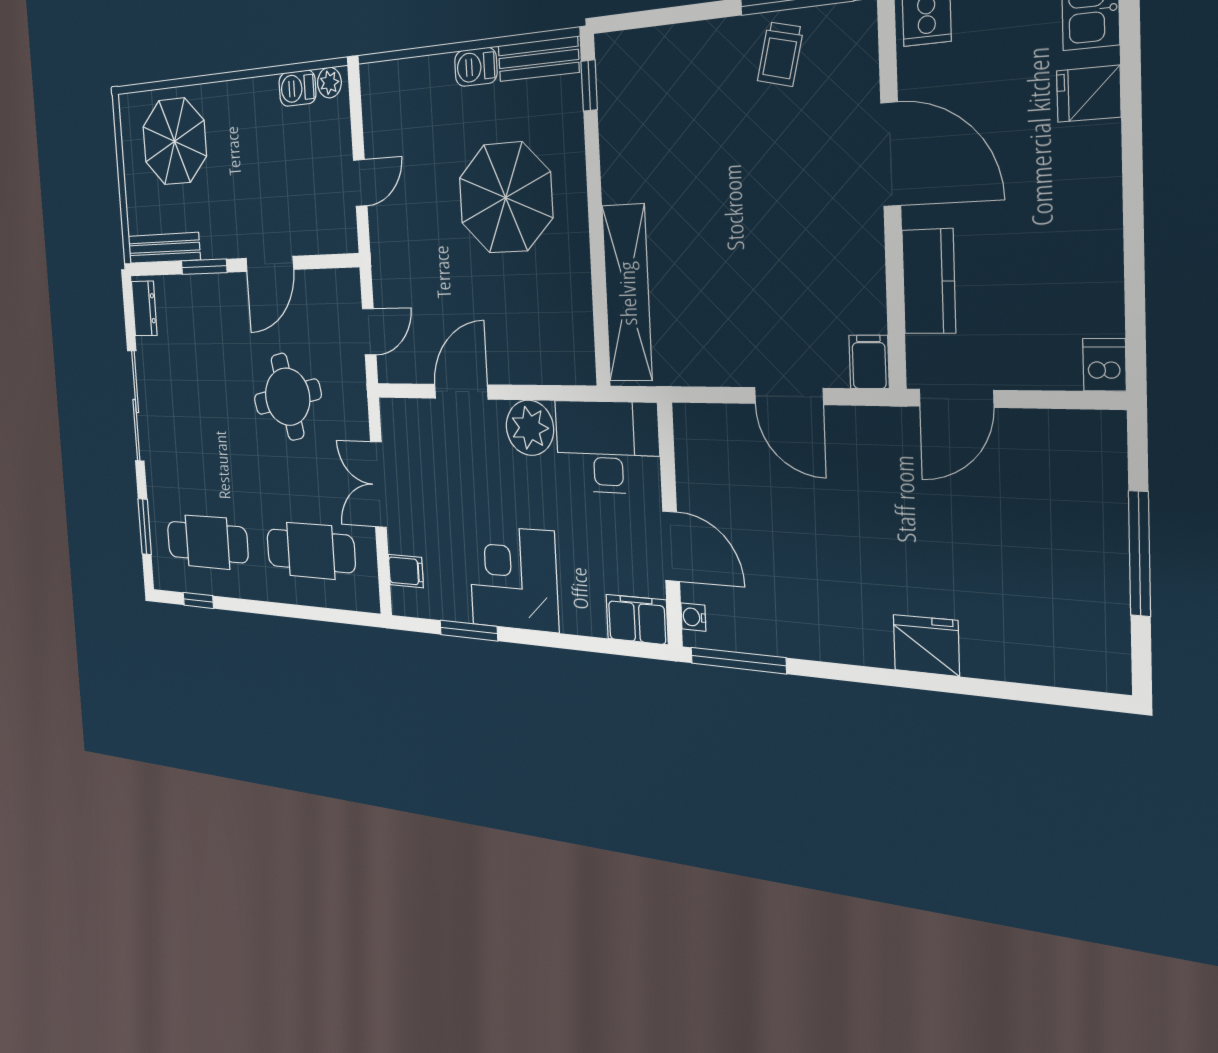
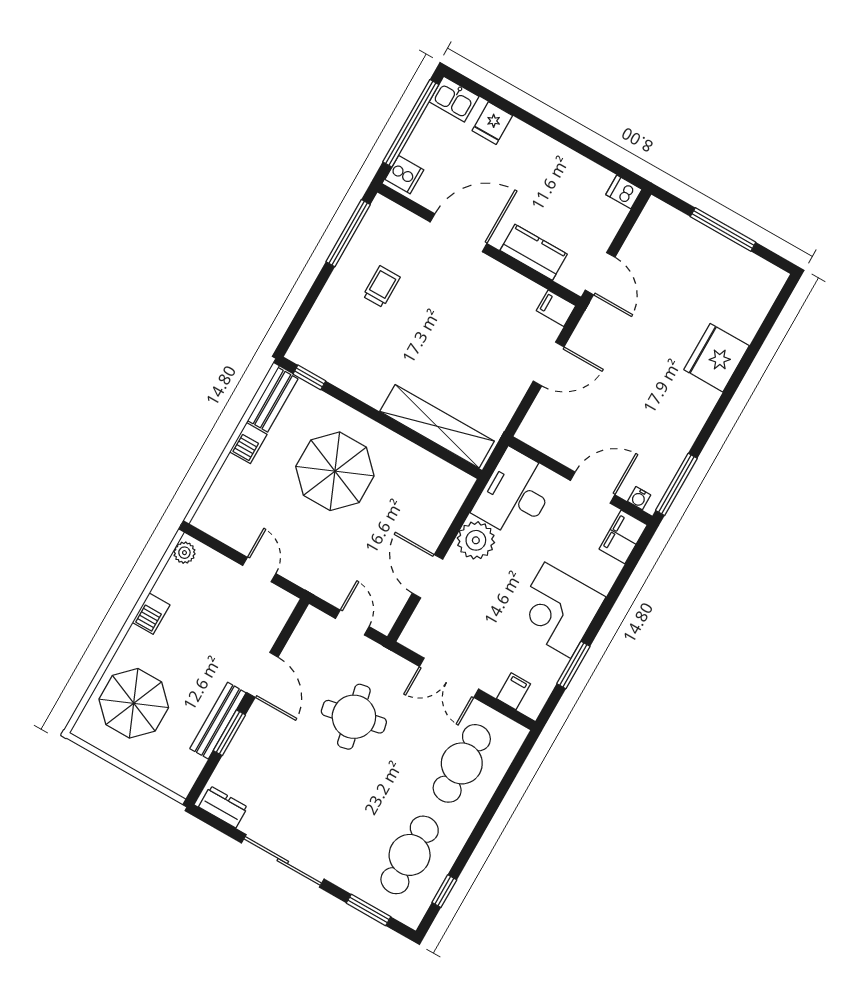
trolley: (780, 54) -> (381, 287), moved, turned -104
barbecue: (297, 88) -> (151, 614), moved
bench: (164, 248) -> (218, 721), moved
fridge: (926, 645) -> (717, 358), width x1.36, depth x1.34

